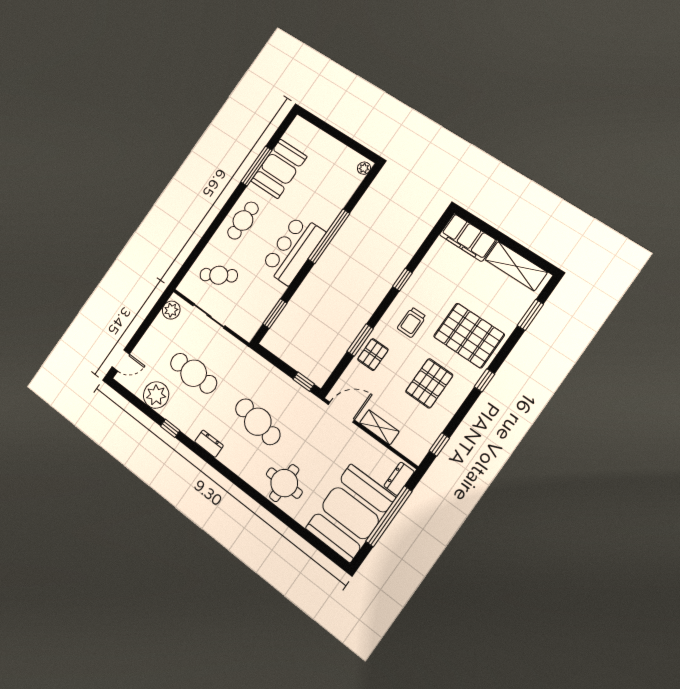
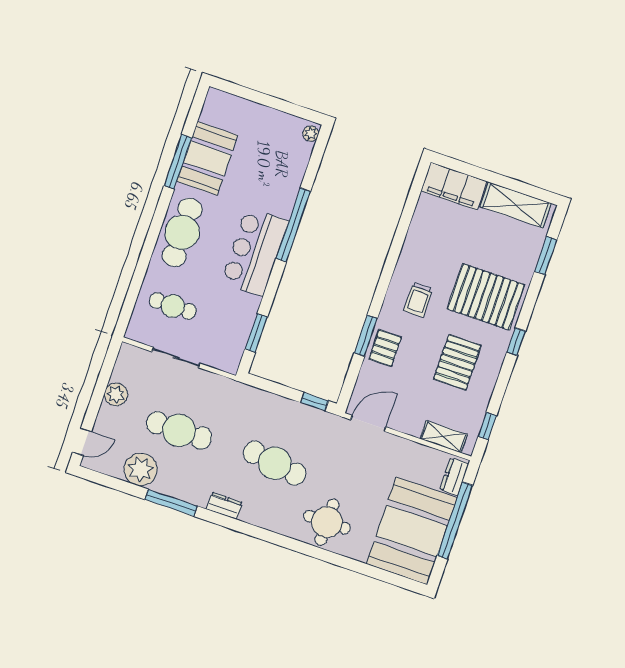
cafe table: (243, 221) -> (182, 232), width x1.37, depth x1.35
cafe table: (219, 275) -> (173, 306), turned 31
window: (402, 280) -> (394, 254), removed
plant: (171, 310) -> (116, 394), moved
shelving: (379, 427) -> (444, 437), moved
window: (170, 428) -> (171, 503), width x2.17

